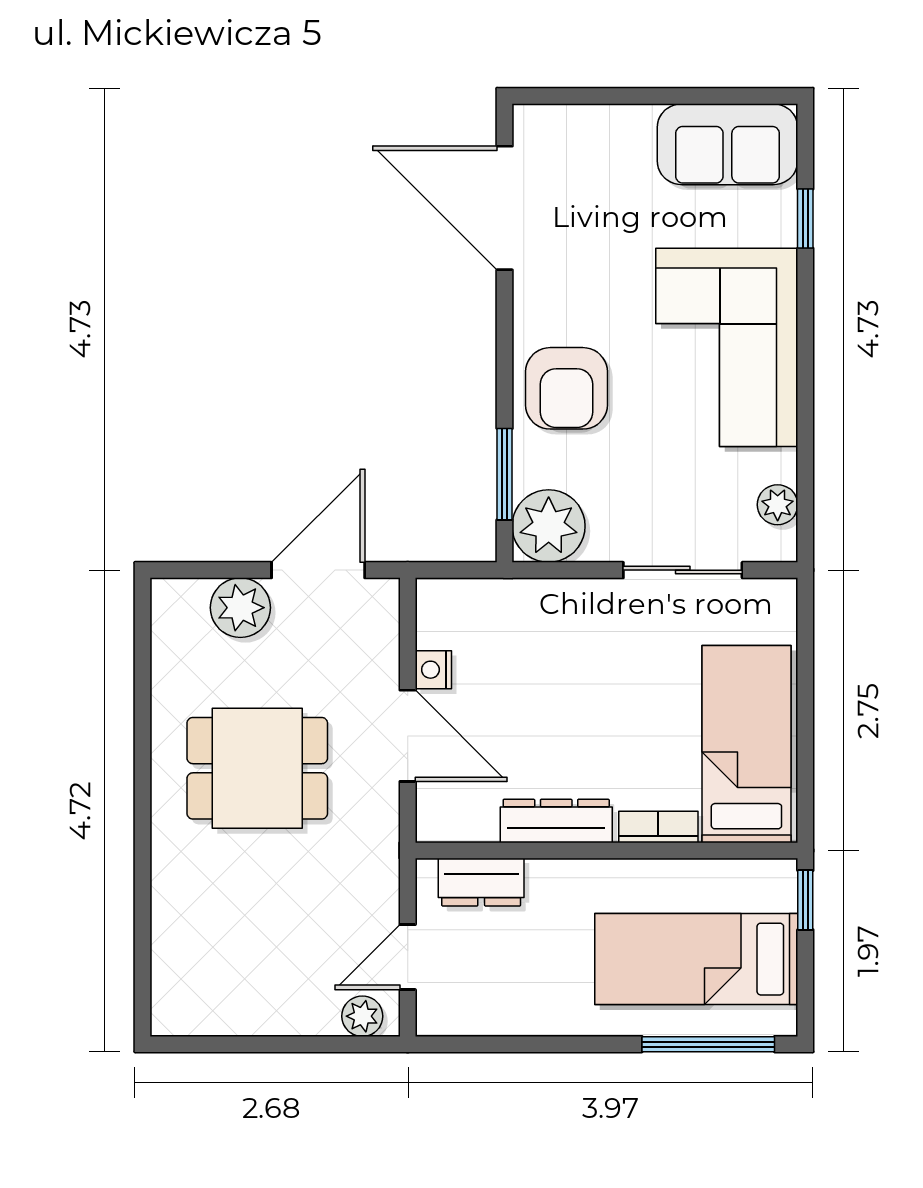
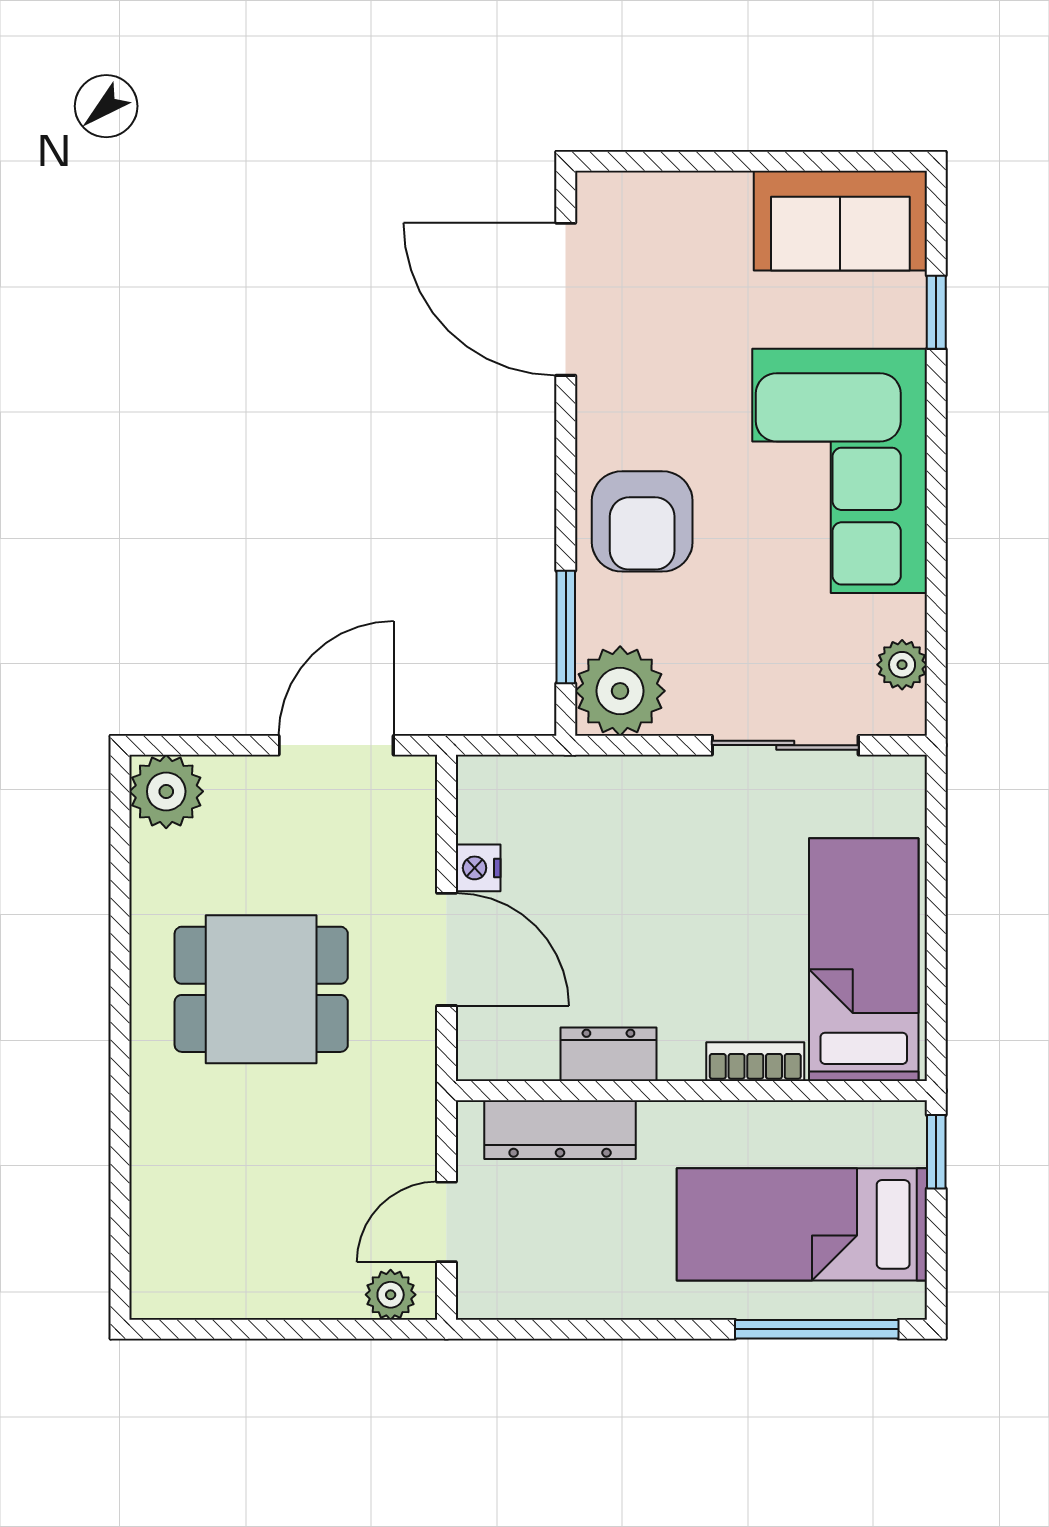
plant: (240, 608) -> (166, 791), moved
dresser: (556, 821) -> (608, 1054), width x0.70
dresser: (481, 882) -> (560, 1130), width x1.44

